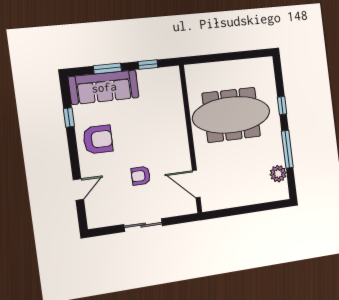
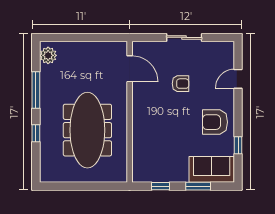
sofa: (104, 87) -> (212, 169), width x0.73
meeting table: (231, 115) -> (87, 130), turned 90
plant: (278, 174) -> (48, 55), moved

